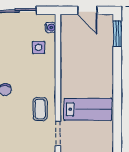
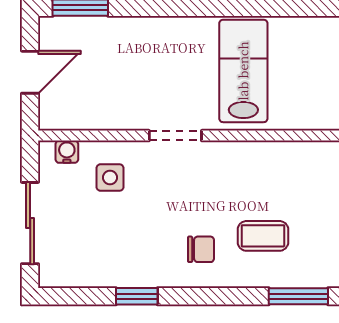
coffee table: (40, 109) -> (263, 236), moved
doorway: (58, 133) -> (175, 136), moved

